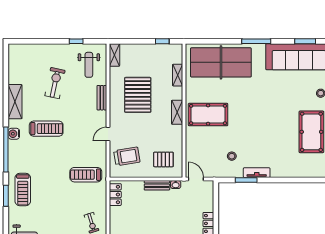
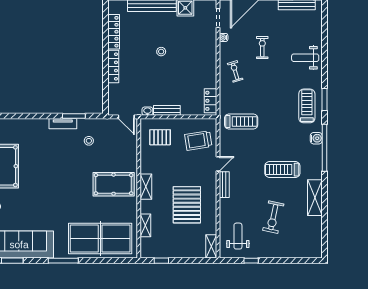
bench: (102, 98) -> (224, 185), moved
water cooler: (14, 134) -> (316, 138), moved

